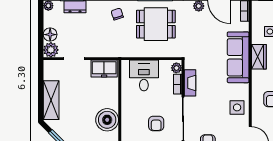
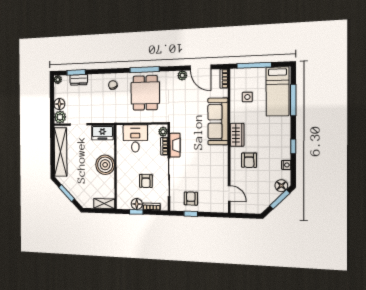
dining table: (156, 24) -> (145, 93), turned 90
wardrobe: (259, 57) -> (237, 135), moved
shelving: (51, 100) -> (61, 152), width x1.47
side table: (237, 107) -> (217, 168), removed
boiler: (107, 120) -> (105, 165), moved

